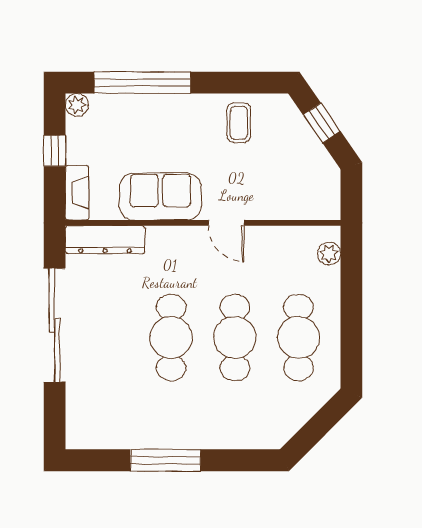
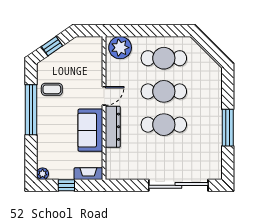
window: (142, 83) -> (31, 110), moved
dresser: (105, 240) -> (113, 127), moved
plant: (329, 254) -> (120, 48), width x1.88, depth x1.88
sliding door: (55, 325) -> (178, 185), moved

